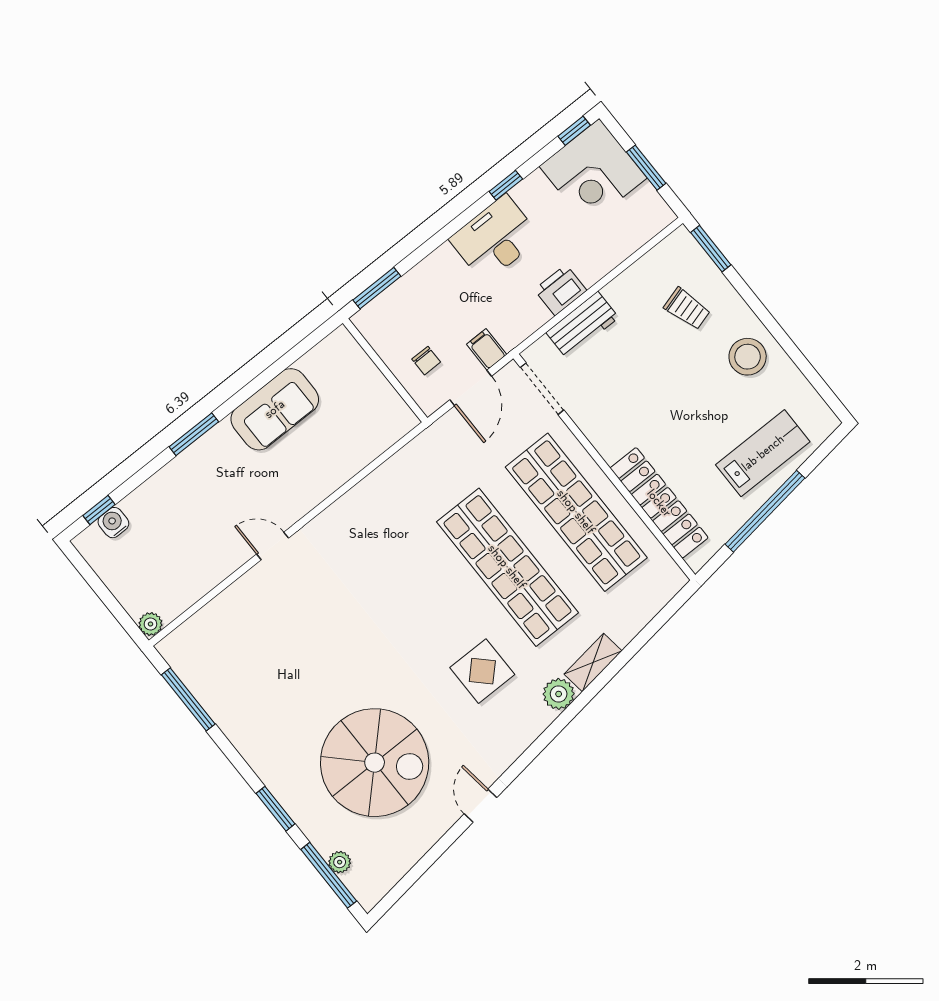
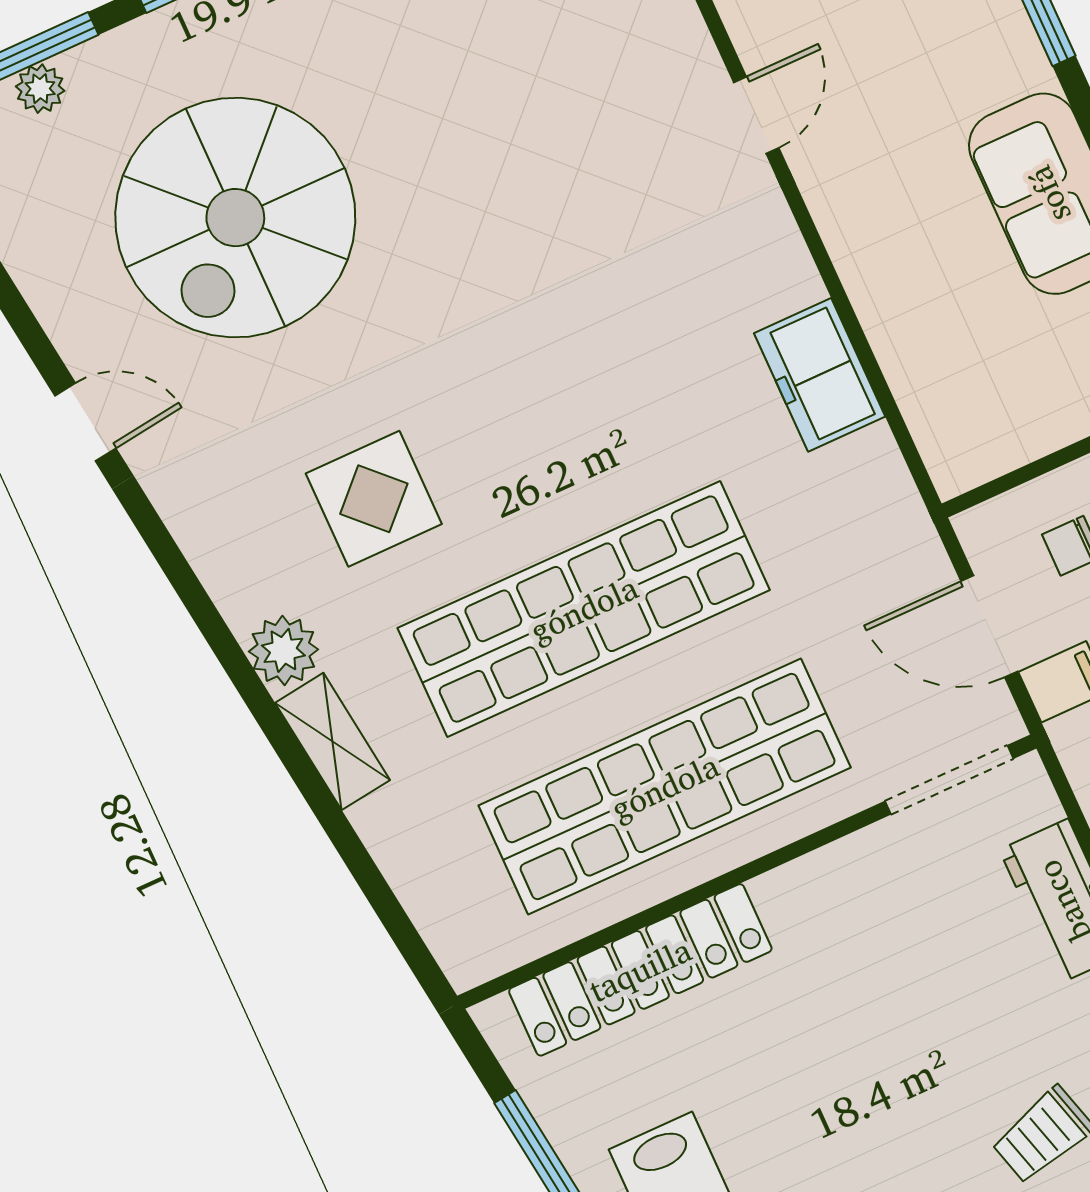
freezer: (379, 490) -> (820, 375), added

